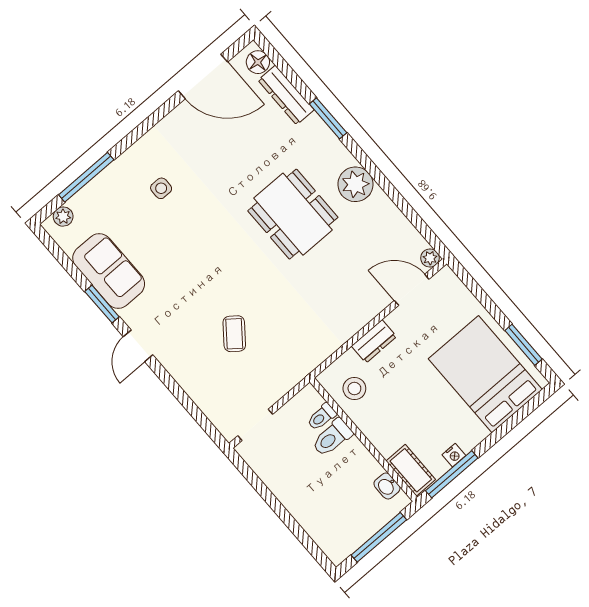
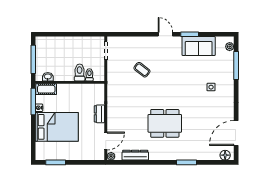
dresser: (286, 95) -> (135, 155), moved
plant: (355, 184) -> (157, 153), removed
bed: (485, 374) -> (57, 127), moved
stool: (354, 388) -> (89, 94), removed

